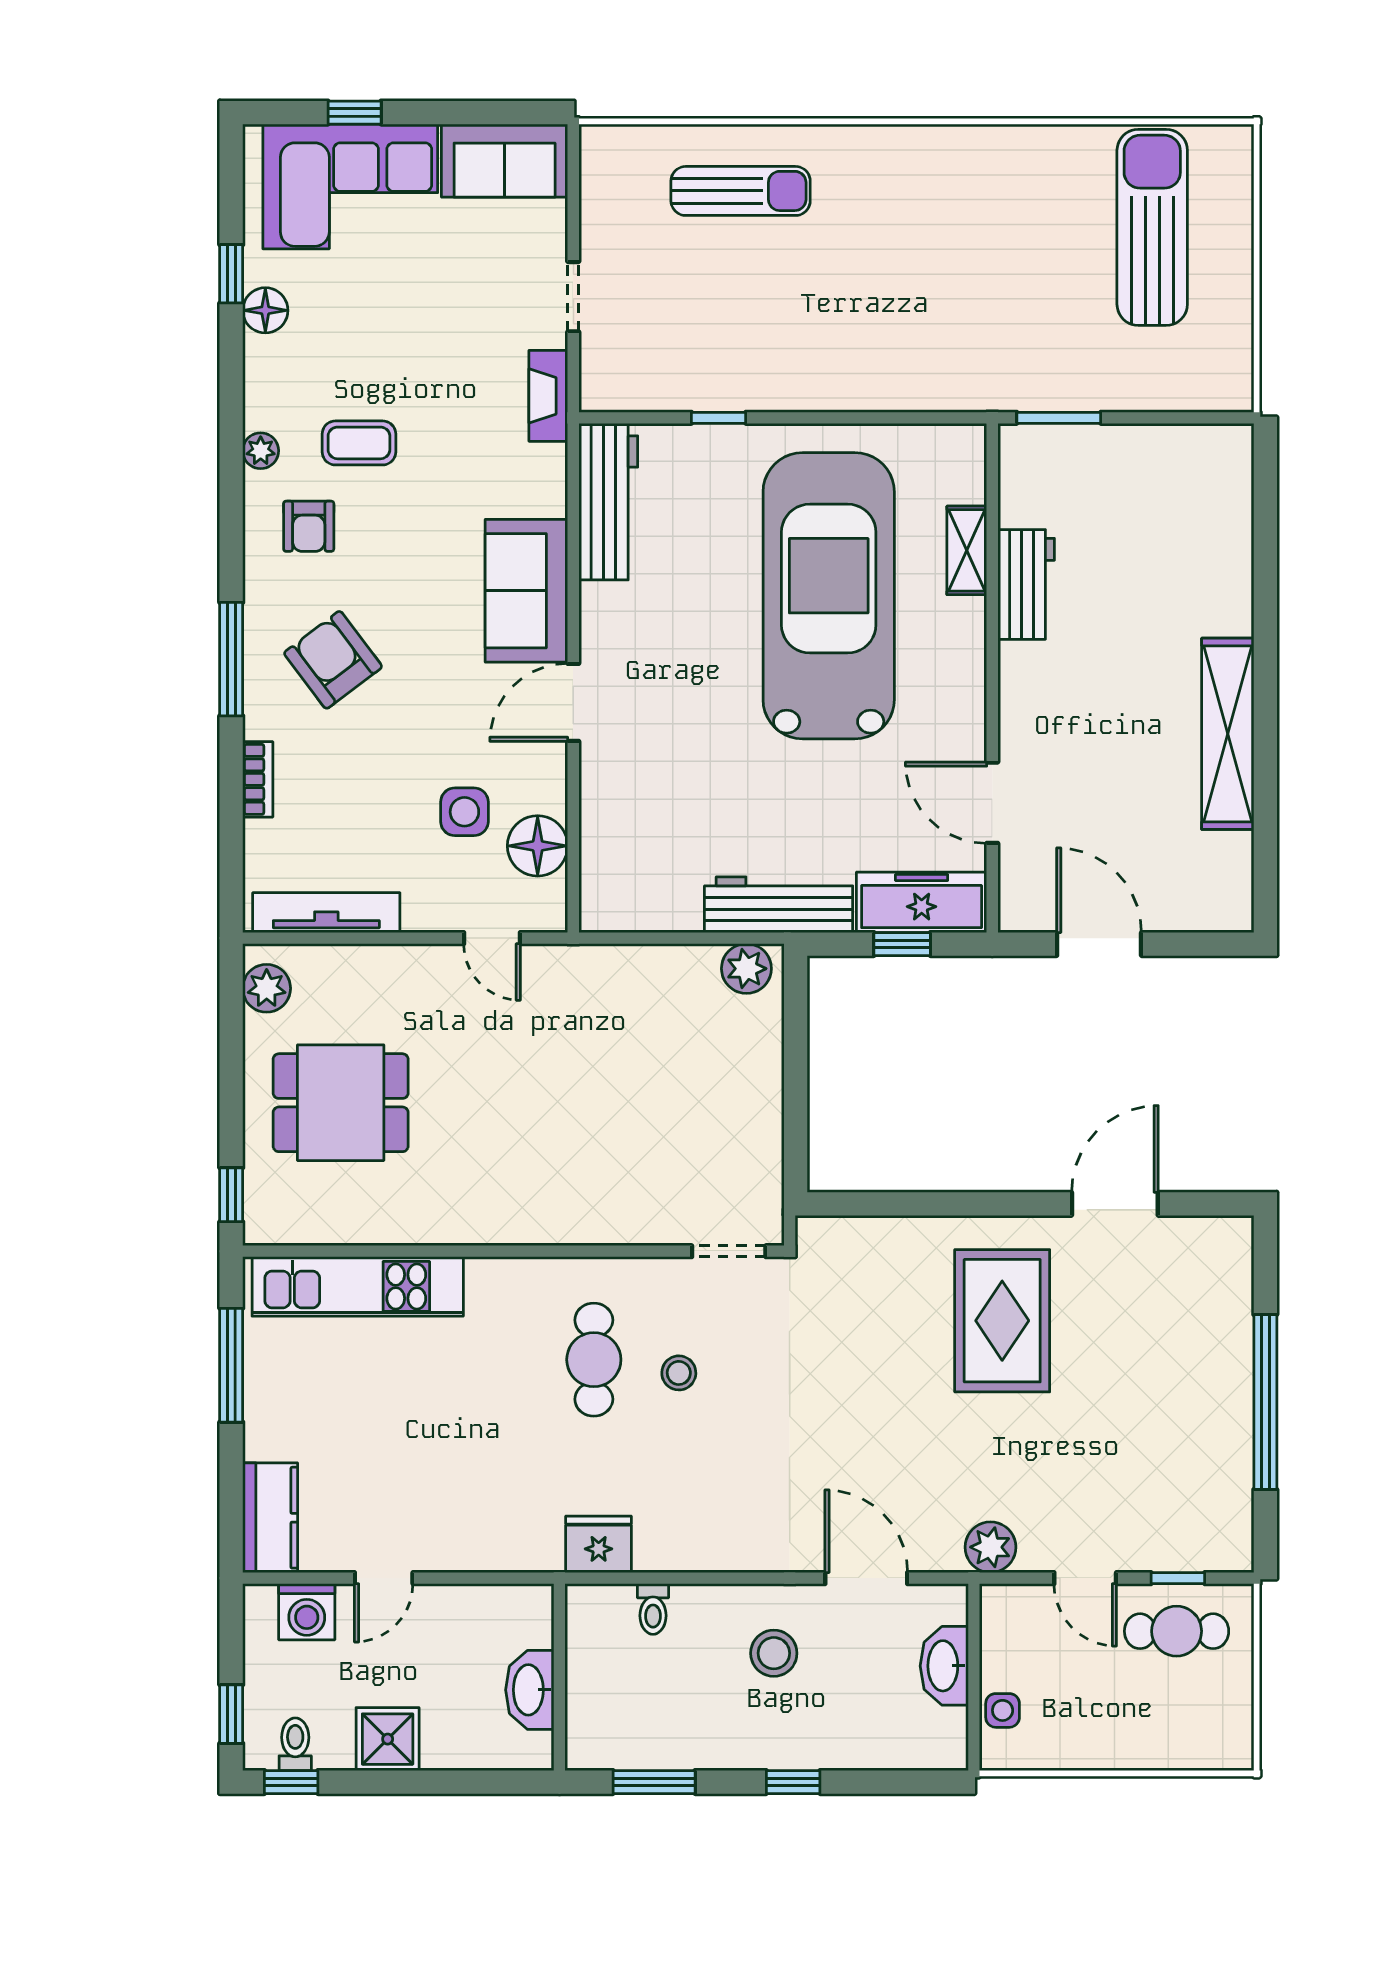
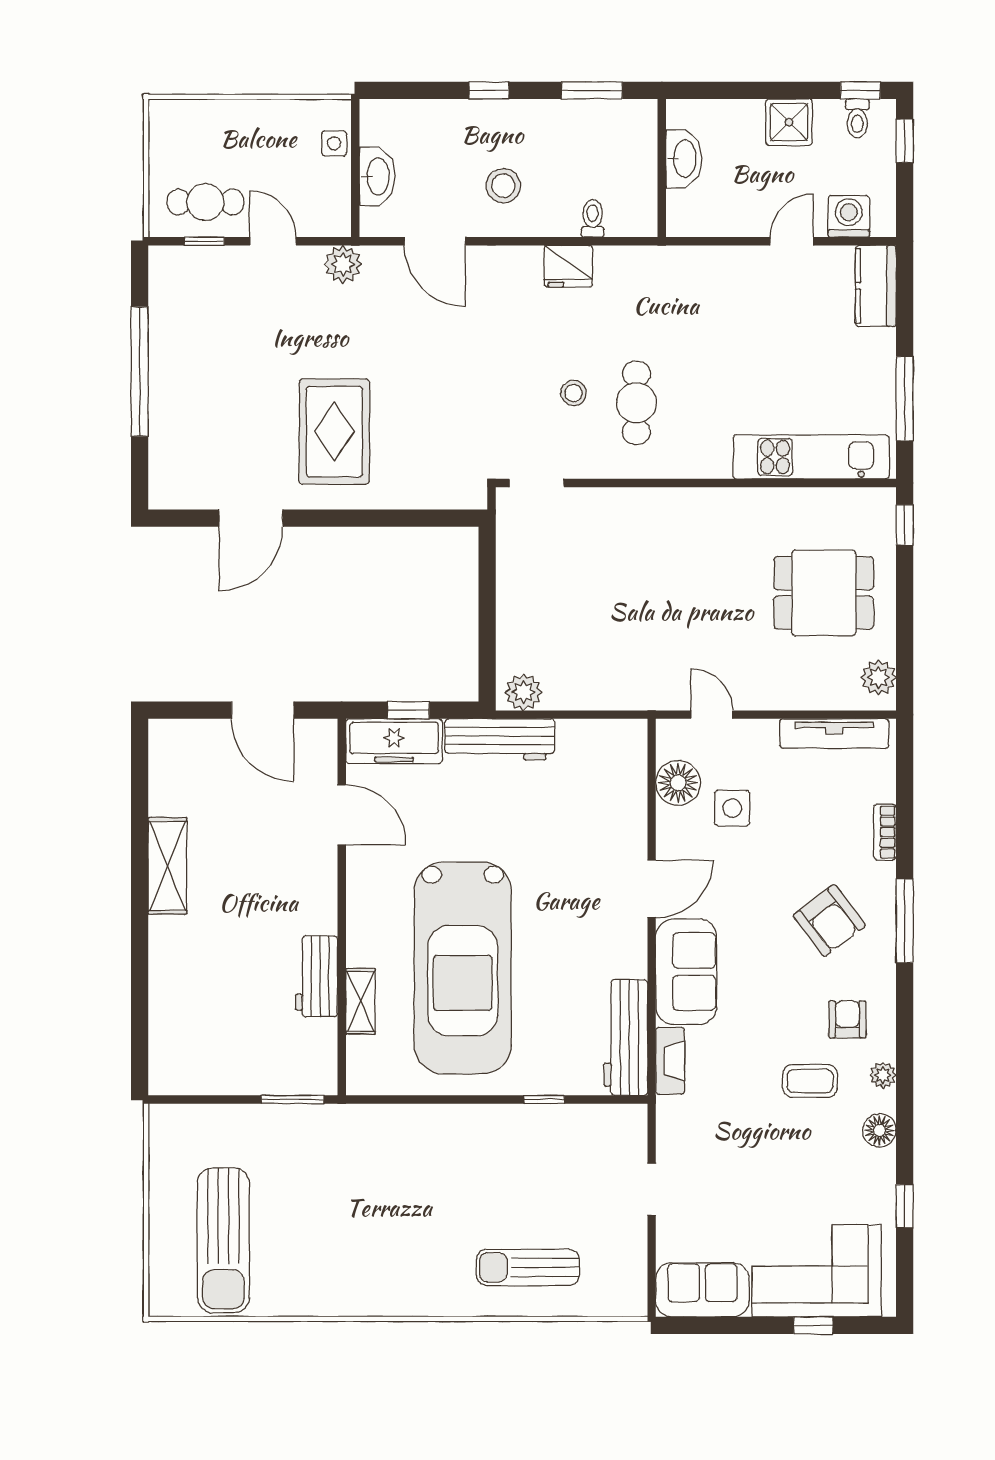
floor lamp: (265, 310) -> (879, 1130), moved
fireplace: (548, 396) -> (670, 1061), moved
shelving: (1228, 734) -> (168, 866), width x0.68
fridge: (599, 1544) -> (568, 266), moved

